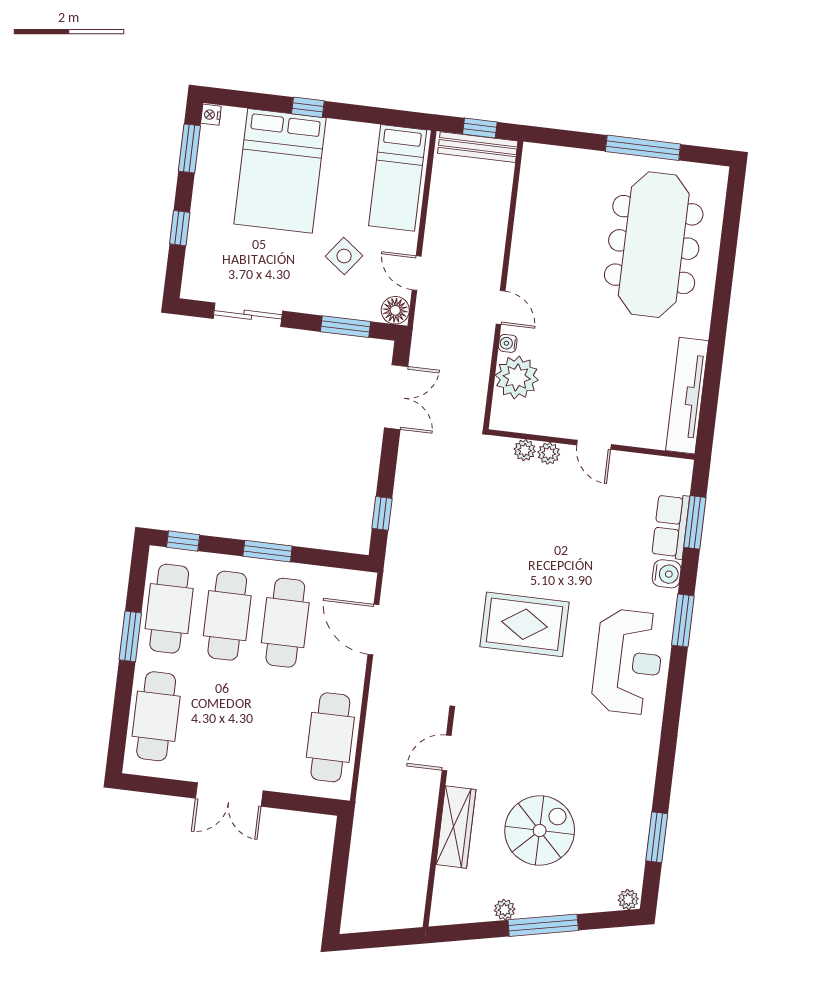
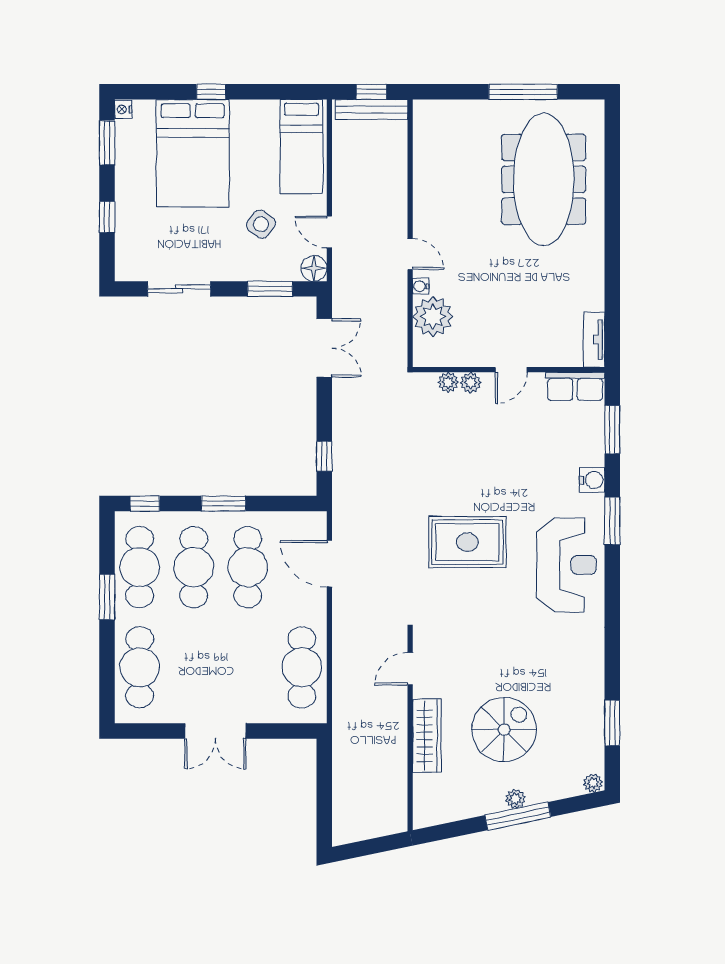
tv unit: (687, 396) -> (594, 340), width x0.52, depth x0.78
door: (594, 445) -> (511, 370), hinge flipped
row of seats: (671, 526) -> (575, 386), moved, turned -90
plant: (505, 910) -> (515, 799), moved

